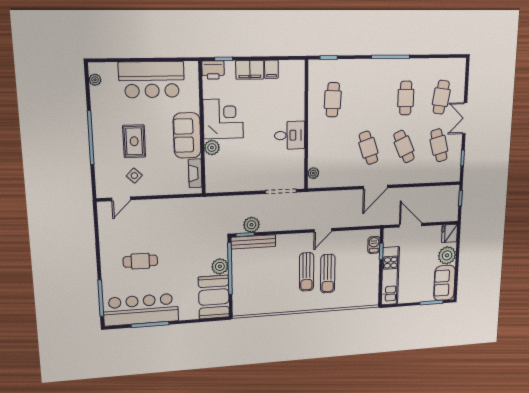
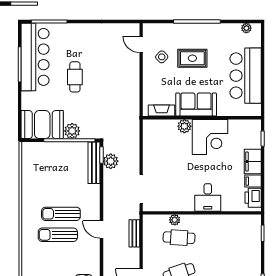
printer: (213, 70) -> (253, 198), moved
cafe table: (333, 100) -> (179, 238), moved
desk: (290, 135) -> (208, 197), moved
plant: (313, 173) -> (175, 220), moved
bench: (327, 196) -> (134, 233), added
cafe table: (140, 261) -> (75, 77), moved

